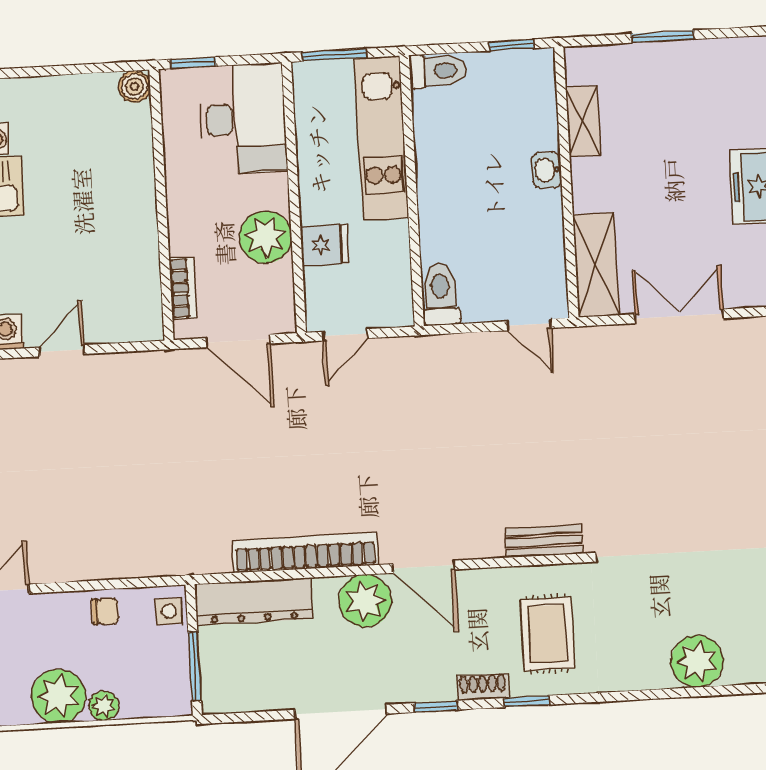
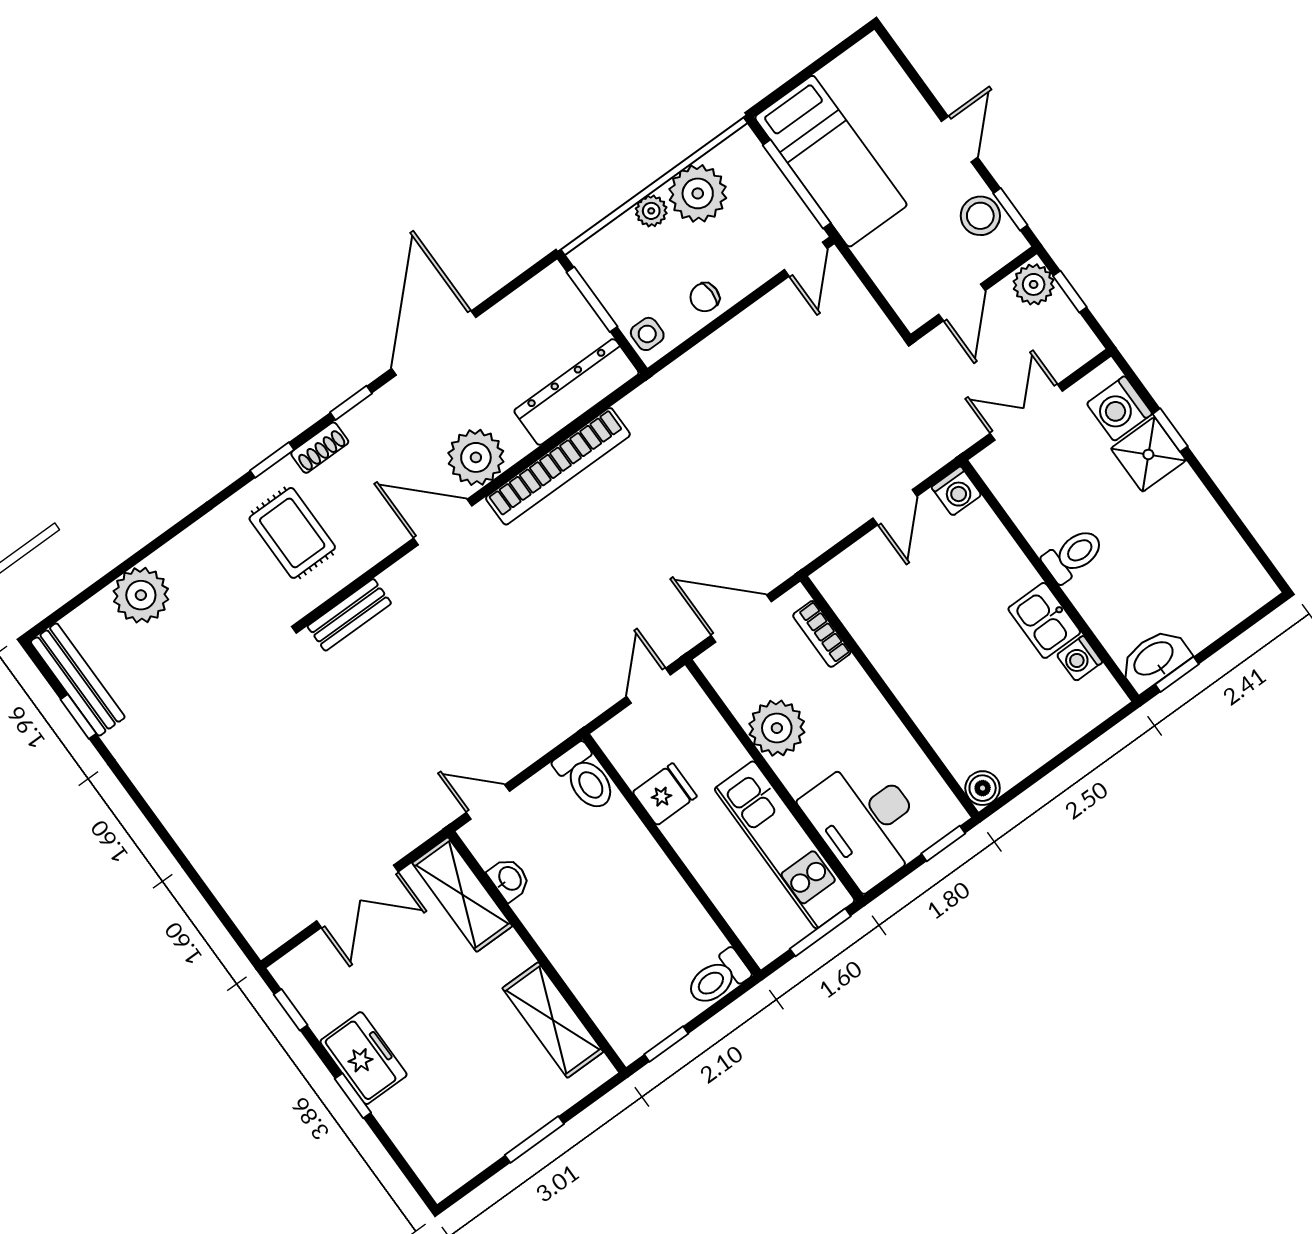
shelving: (583, 121) -> (553, 1020), width x1.50, depth x1.33
kitchen unit: (381, 138) -> (785, 845), moved, turned 180
washbasin: (547, 170) -> (509, 879), moved
fridge: (325, 245) -> (665, 794), moved, turned 180

